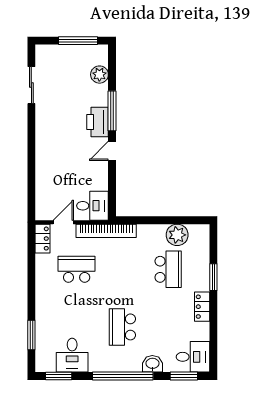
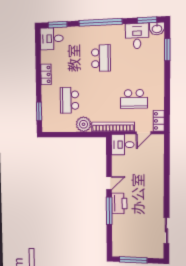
plant: (99, 75) -> (118, 236), removed
plant: (177, 235) -> (84, 124), moved
window: (213, 277) -> (39, 111), moved
washbasin: (152, 364) -> (157, 29), moved

